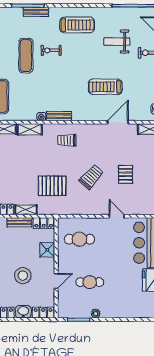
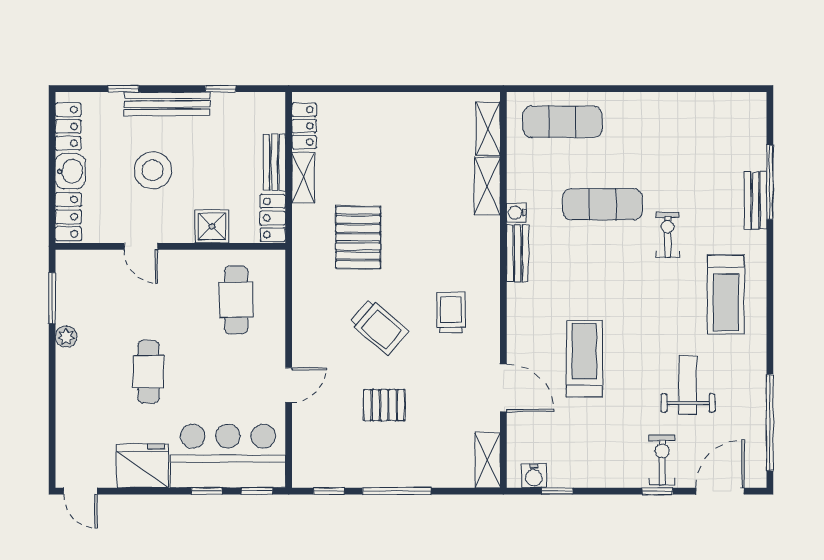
exercise mat: (26, 56) -> (603, 204), moved
trolley: (67, 140) -> (451, 313), moved
cafe table: (90, 282) -> (149, 372), moved

